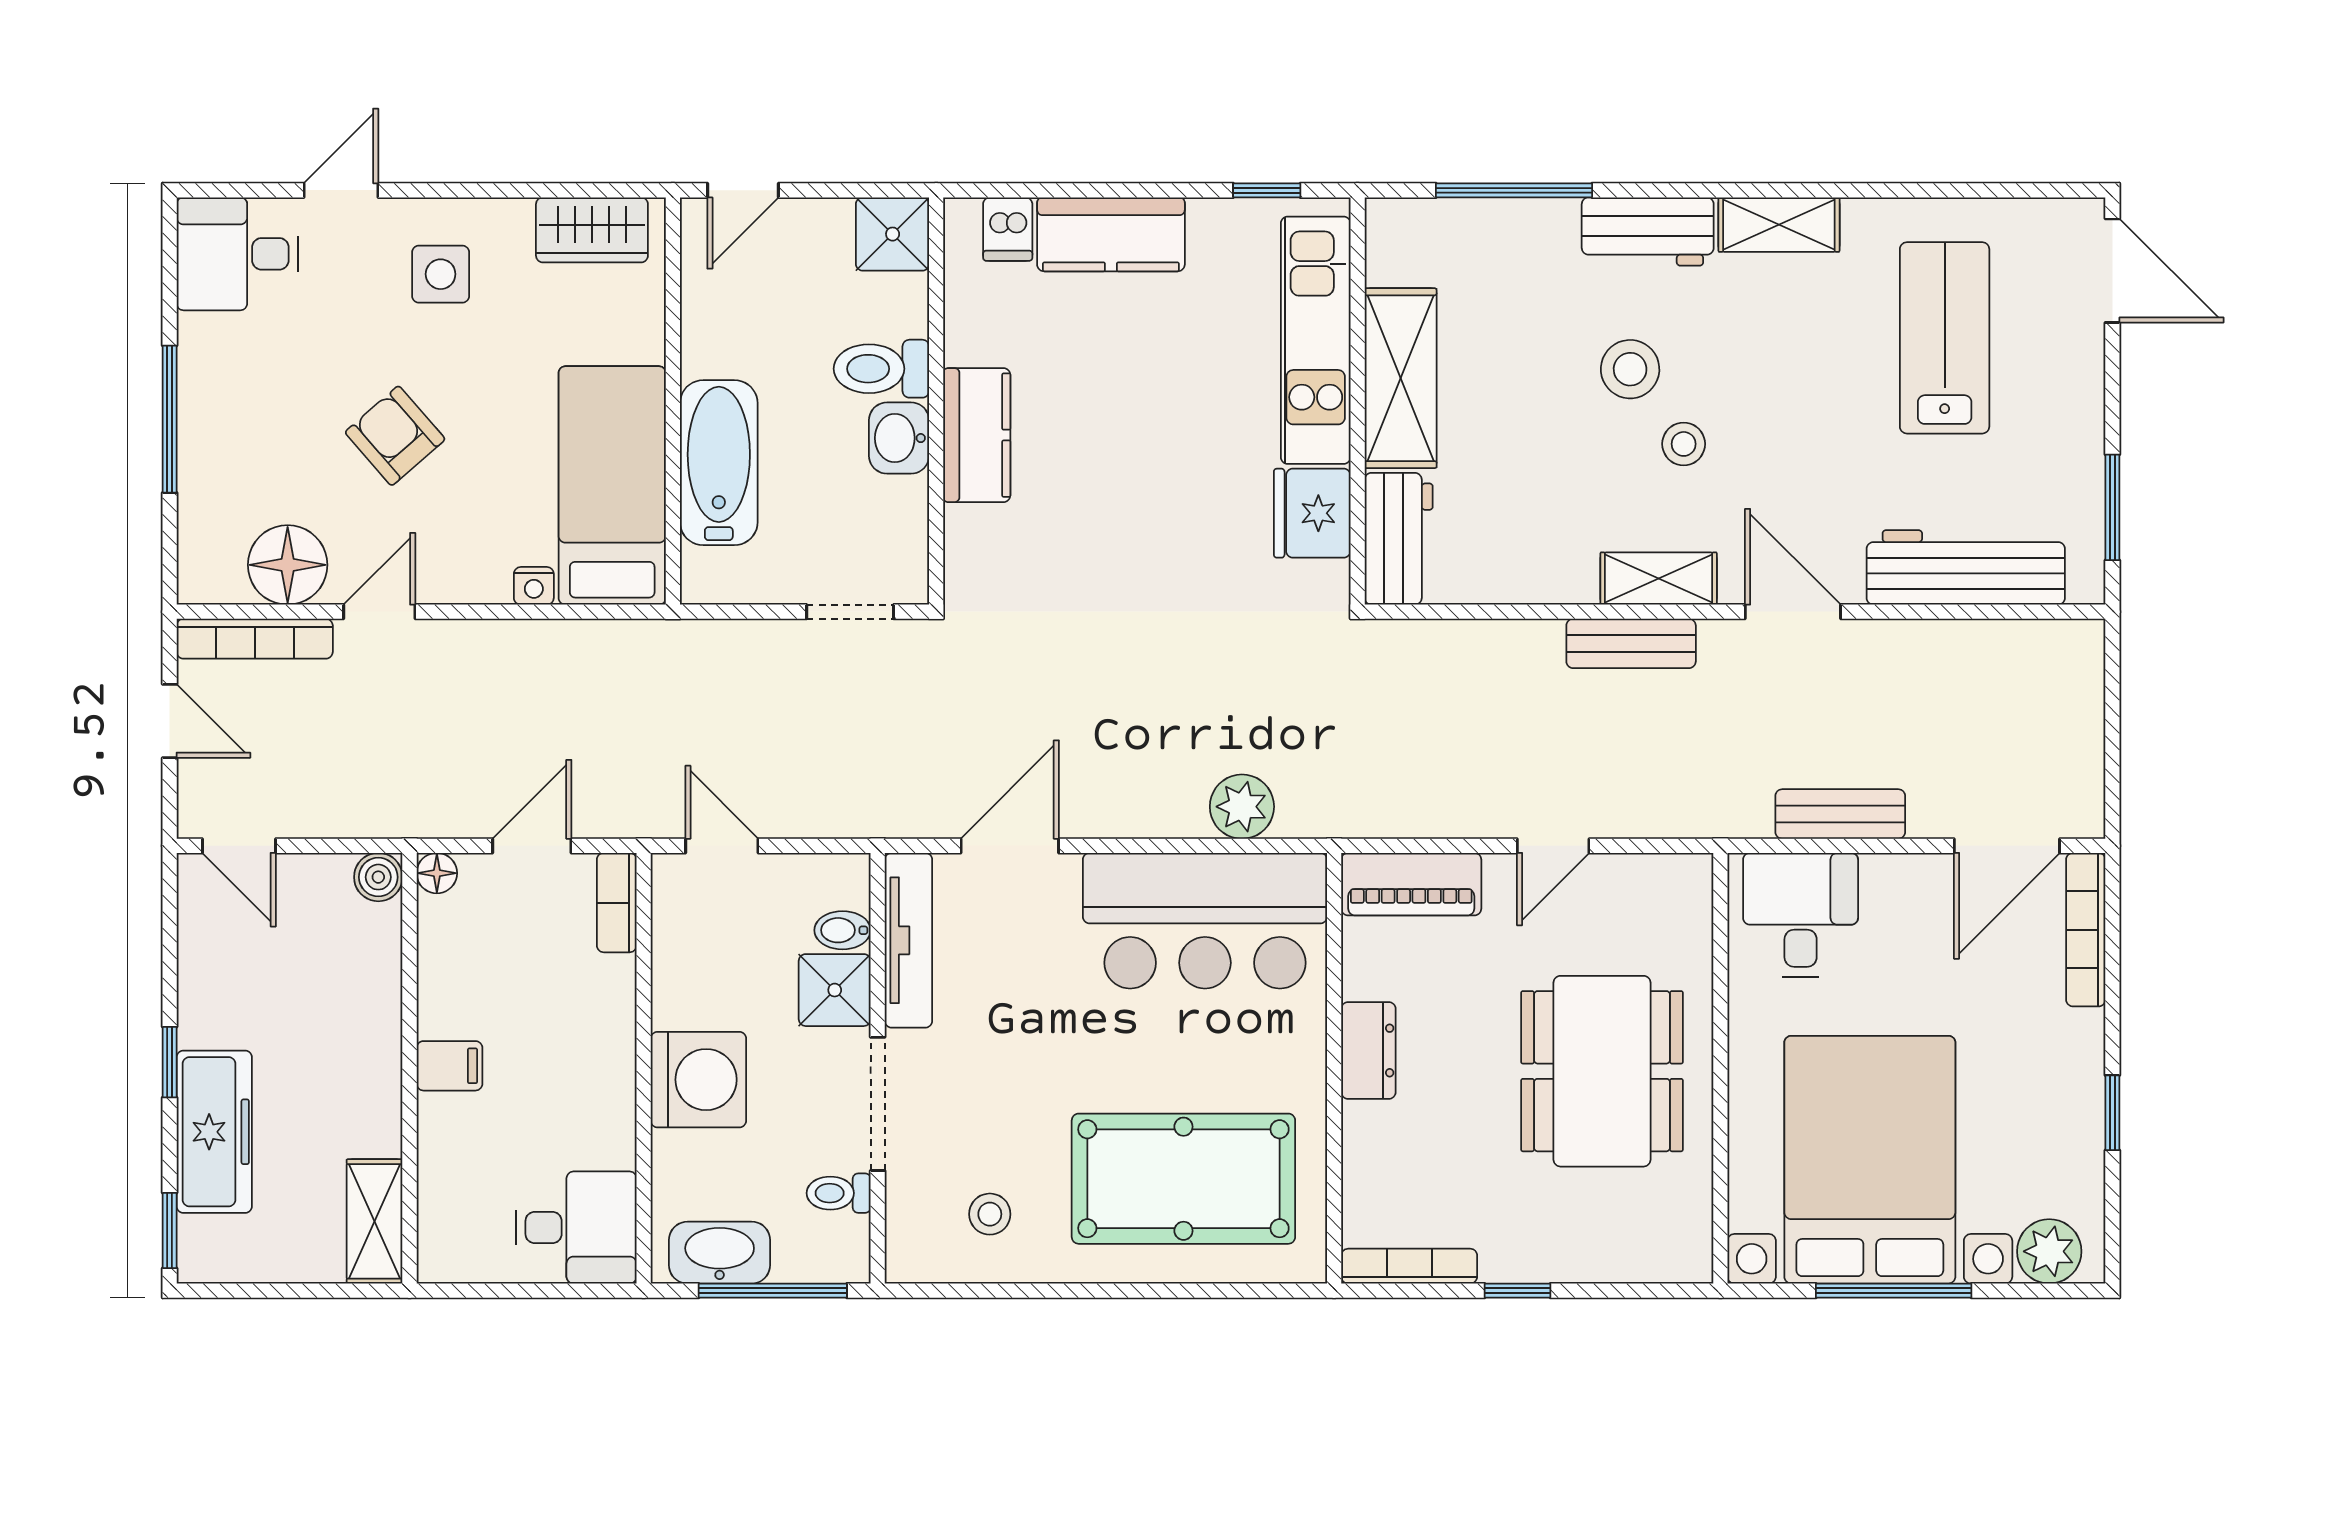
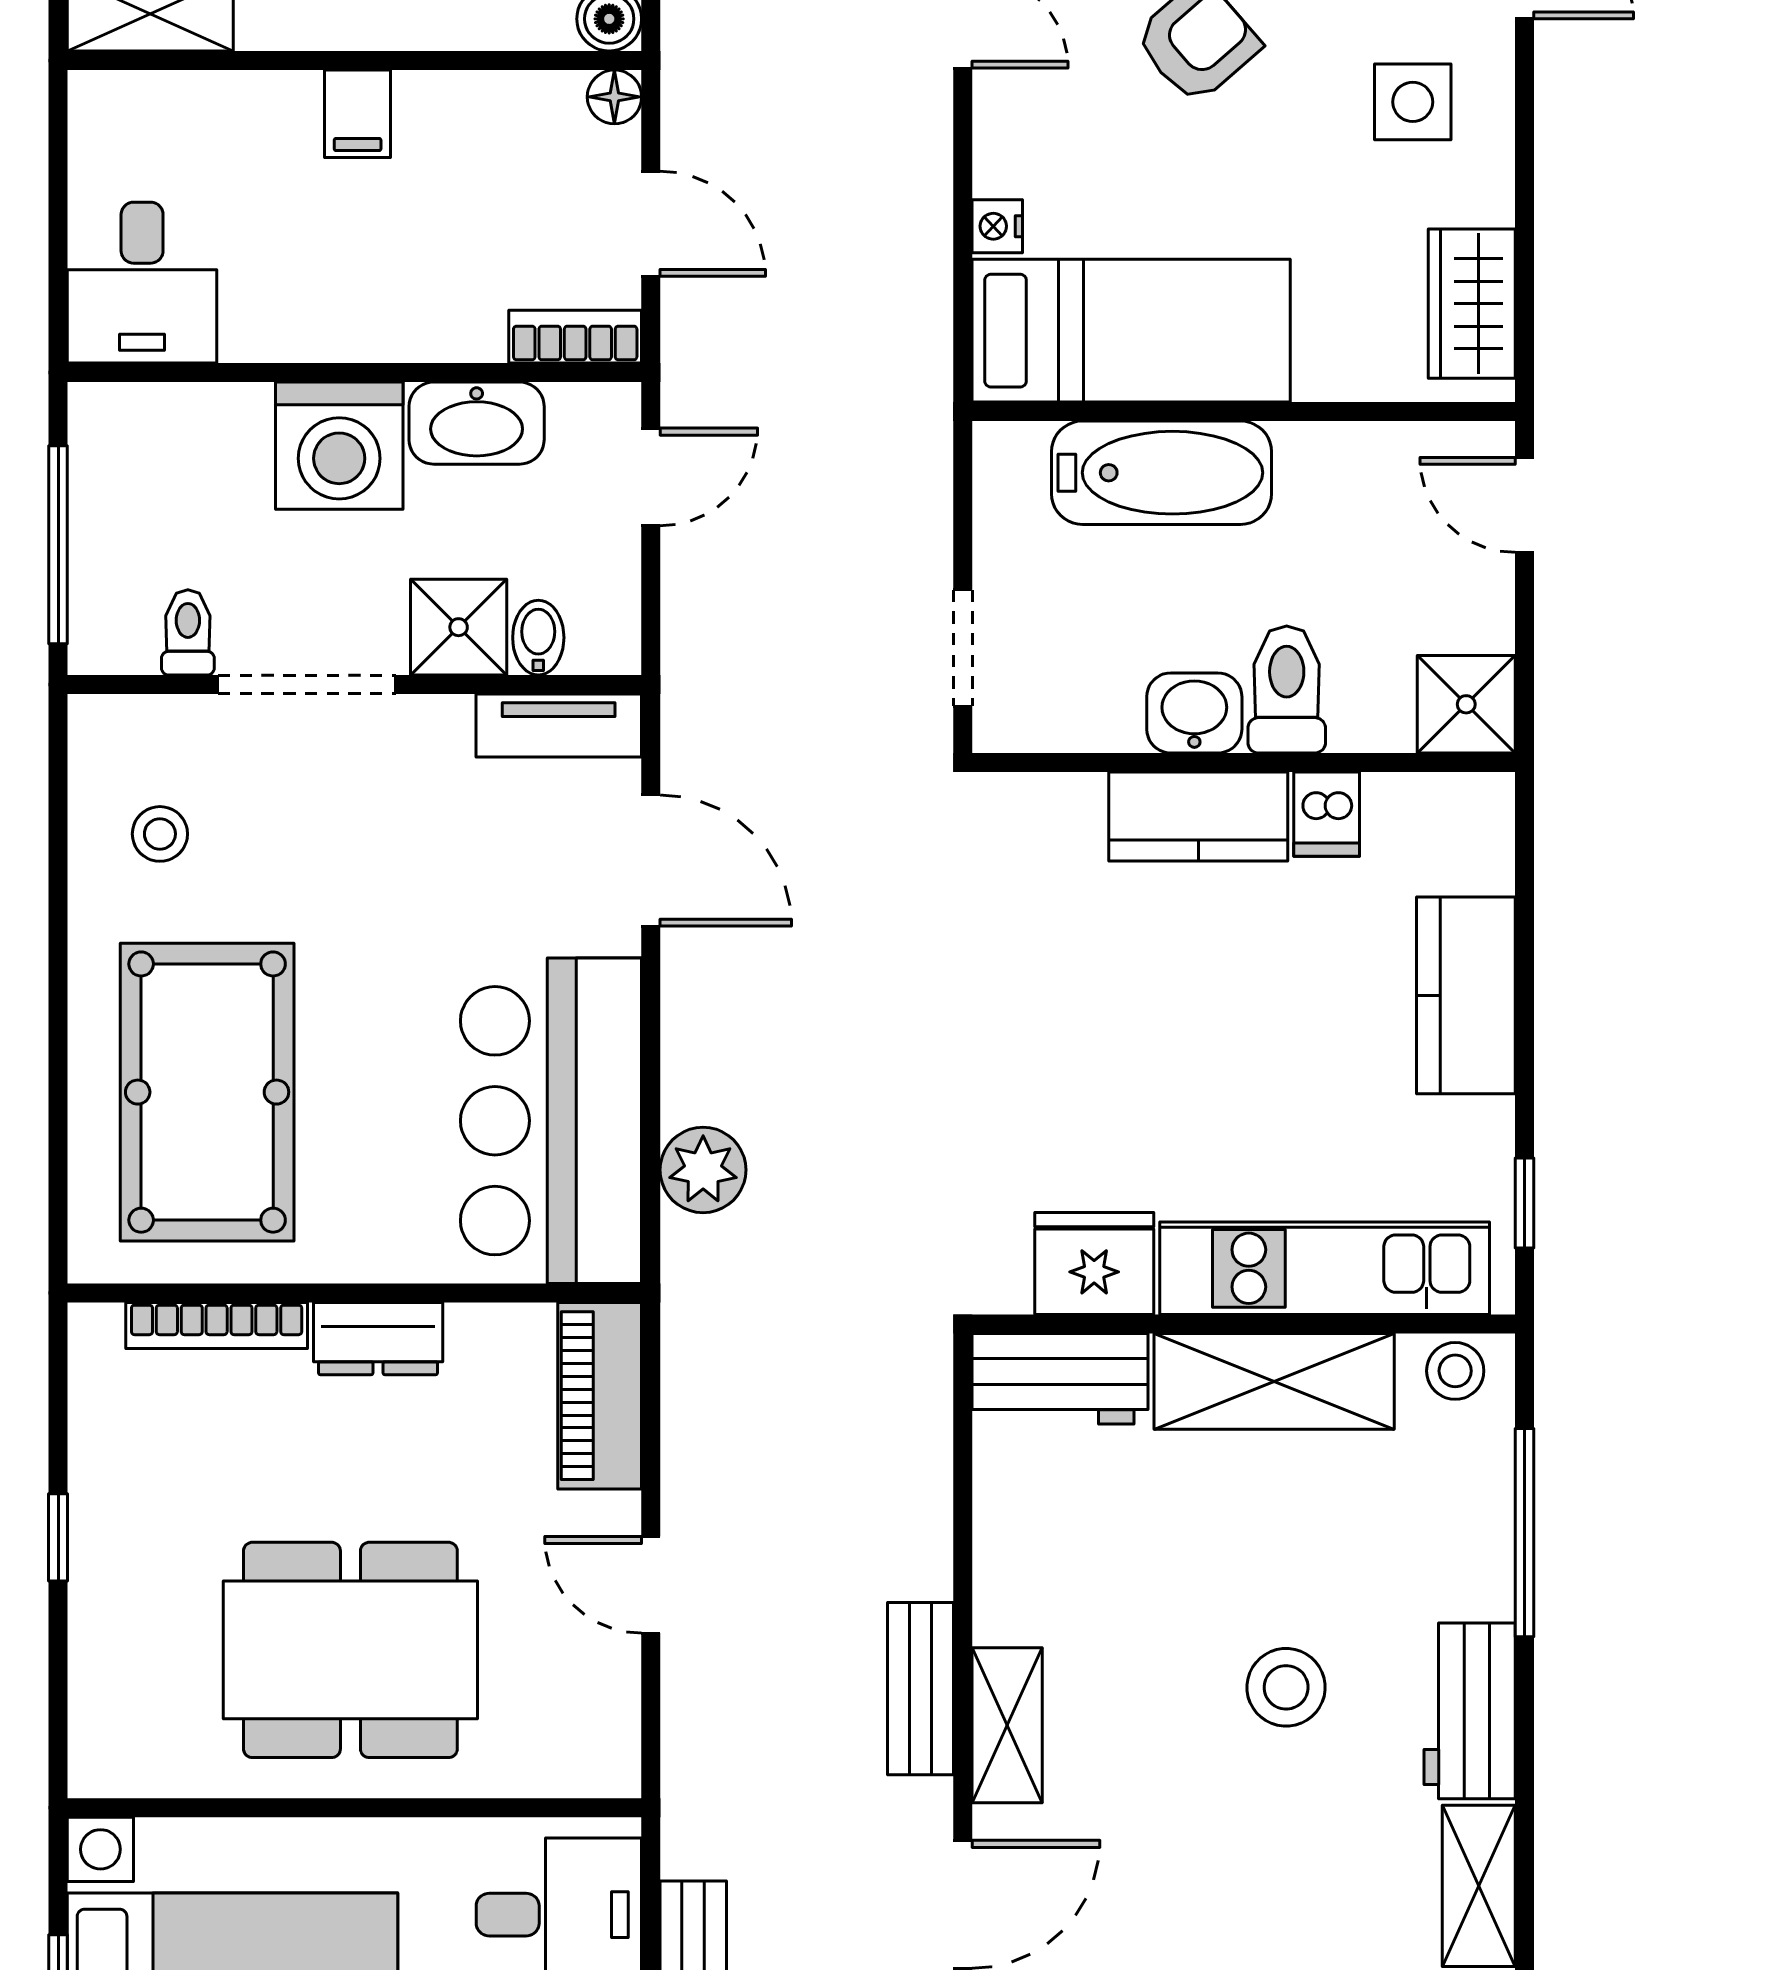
dishwasher: (1008, 229) -> (1327, 814), moved, turned -90
stool: (1684, 444) -> (1455, 1371), moved
tv unit: (908, 940) -> (559, 725), width x0.71
washbasin: (720, 1253) -> (477, 423), moved, turned 90
bookcase: (1409, 1266) -> (217, 1325), moved, turned 90

